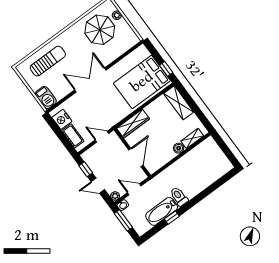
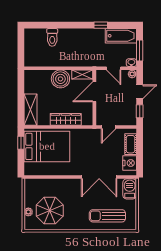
double door: (90, 80) -> (99, 177), moved
wardrobe: (133, 124) -> (66, 119), moved
door: (102, 137) -> (109, 127), hinge flipped
shelving: (192, 138) -> (82, 75), moved
boiler: (179, 148) -> (60, 79), width x1.86, depth x1.86
door: (98, 186) -> (140, 92), hinge flipped
toilet: (179, 197) -> (52, 37), moved
bathtub: (162, 211) -> (121, 36), moved

